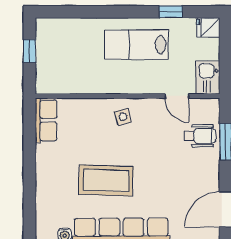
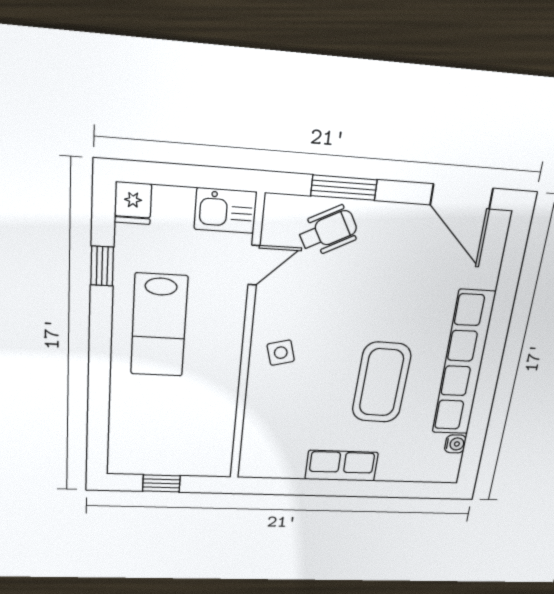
row of seats: (46, 120) -> (342, 466), moved
wheelchair: (200, 136) -> (328, 231), turned 62

